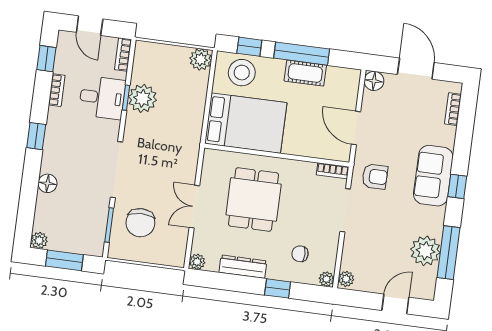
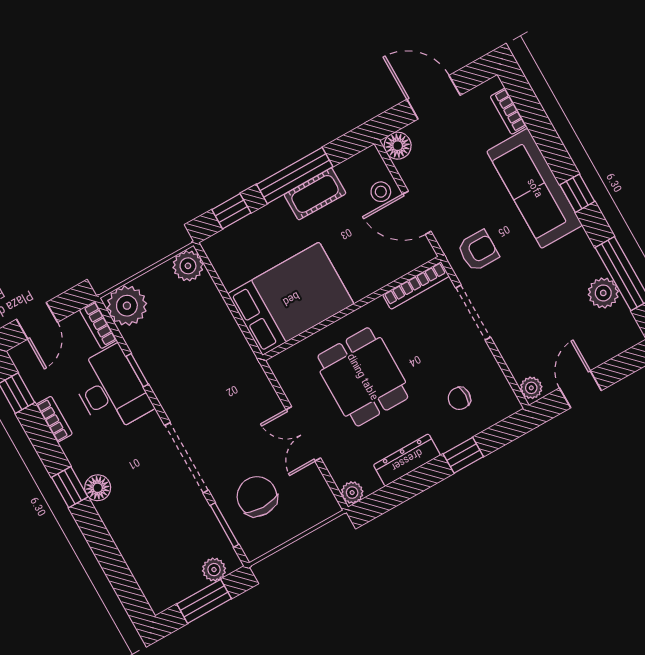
door: (90, 26) -> (37, 321), hinge flipped
stool: (242, 73) -> (381, 192), moved, width x0.53, depth x0.53
desk: (102, 98) -> (111, 390), width x1.37
plant: (142, 98) -> (127, 306), moved
bookcase: (333, 171) -> (416, 285), width x1.56
sofa: (433, 176) -> (535, 188), width x1.36
floor lamp: (47, 183) -> (98, 488), moved
chair: (140, 223) -> (257, 496), turned 180
plant: (39, 240) -> (214, 570), moved
plant: (425, 251) -> (603, 293), width x0.73, depth x0.73
plant: (326, 279) -> (510, 404), removed
door: (395, 304) -> (580, 389), moved

